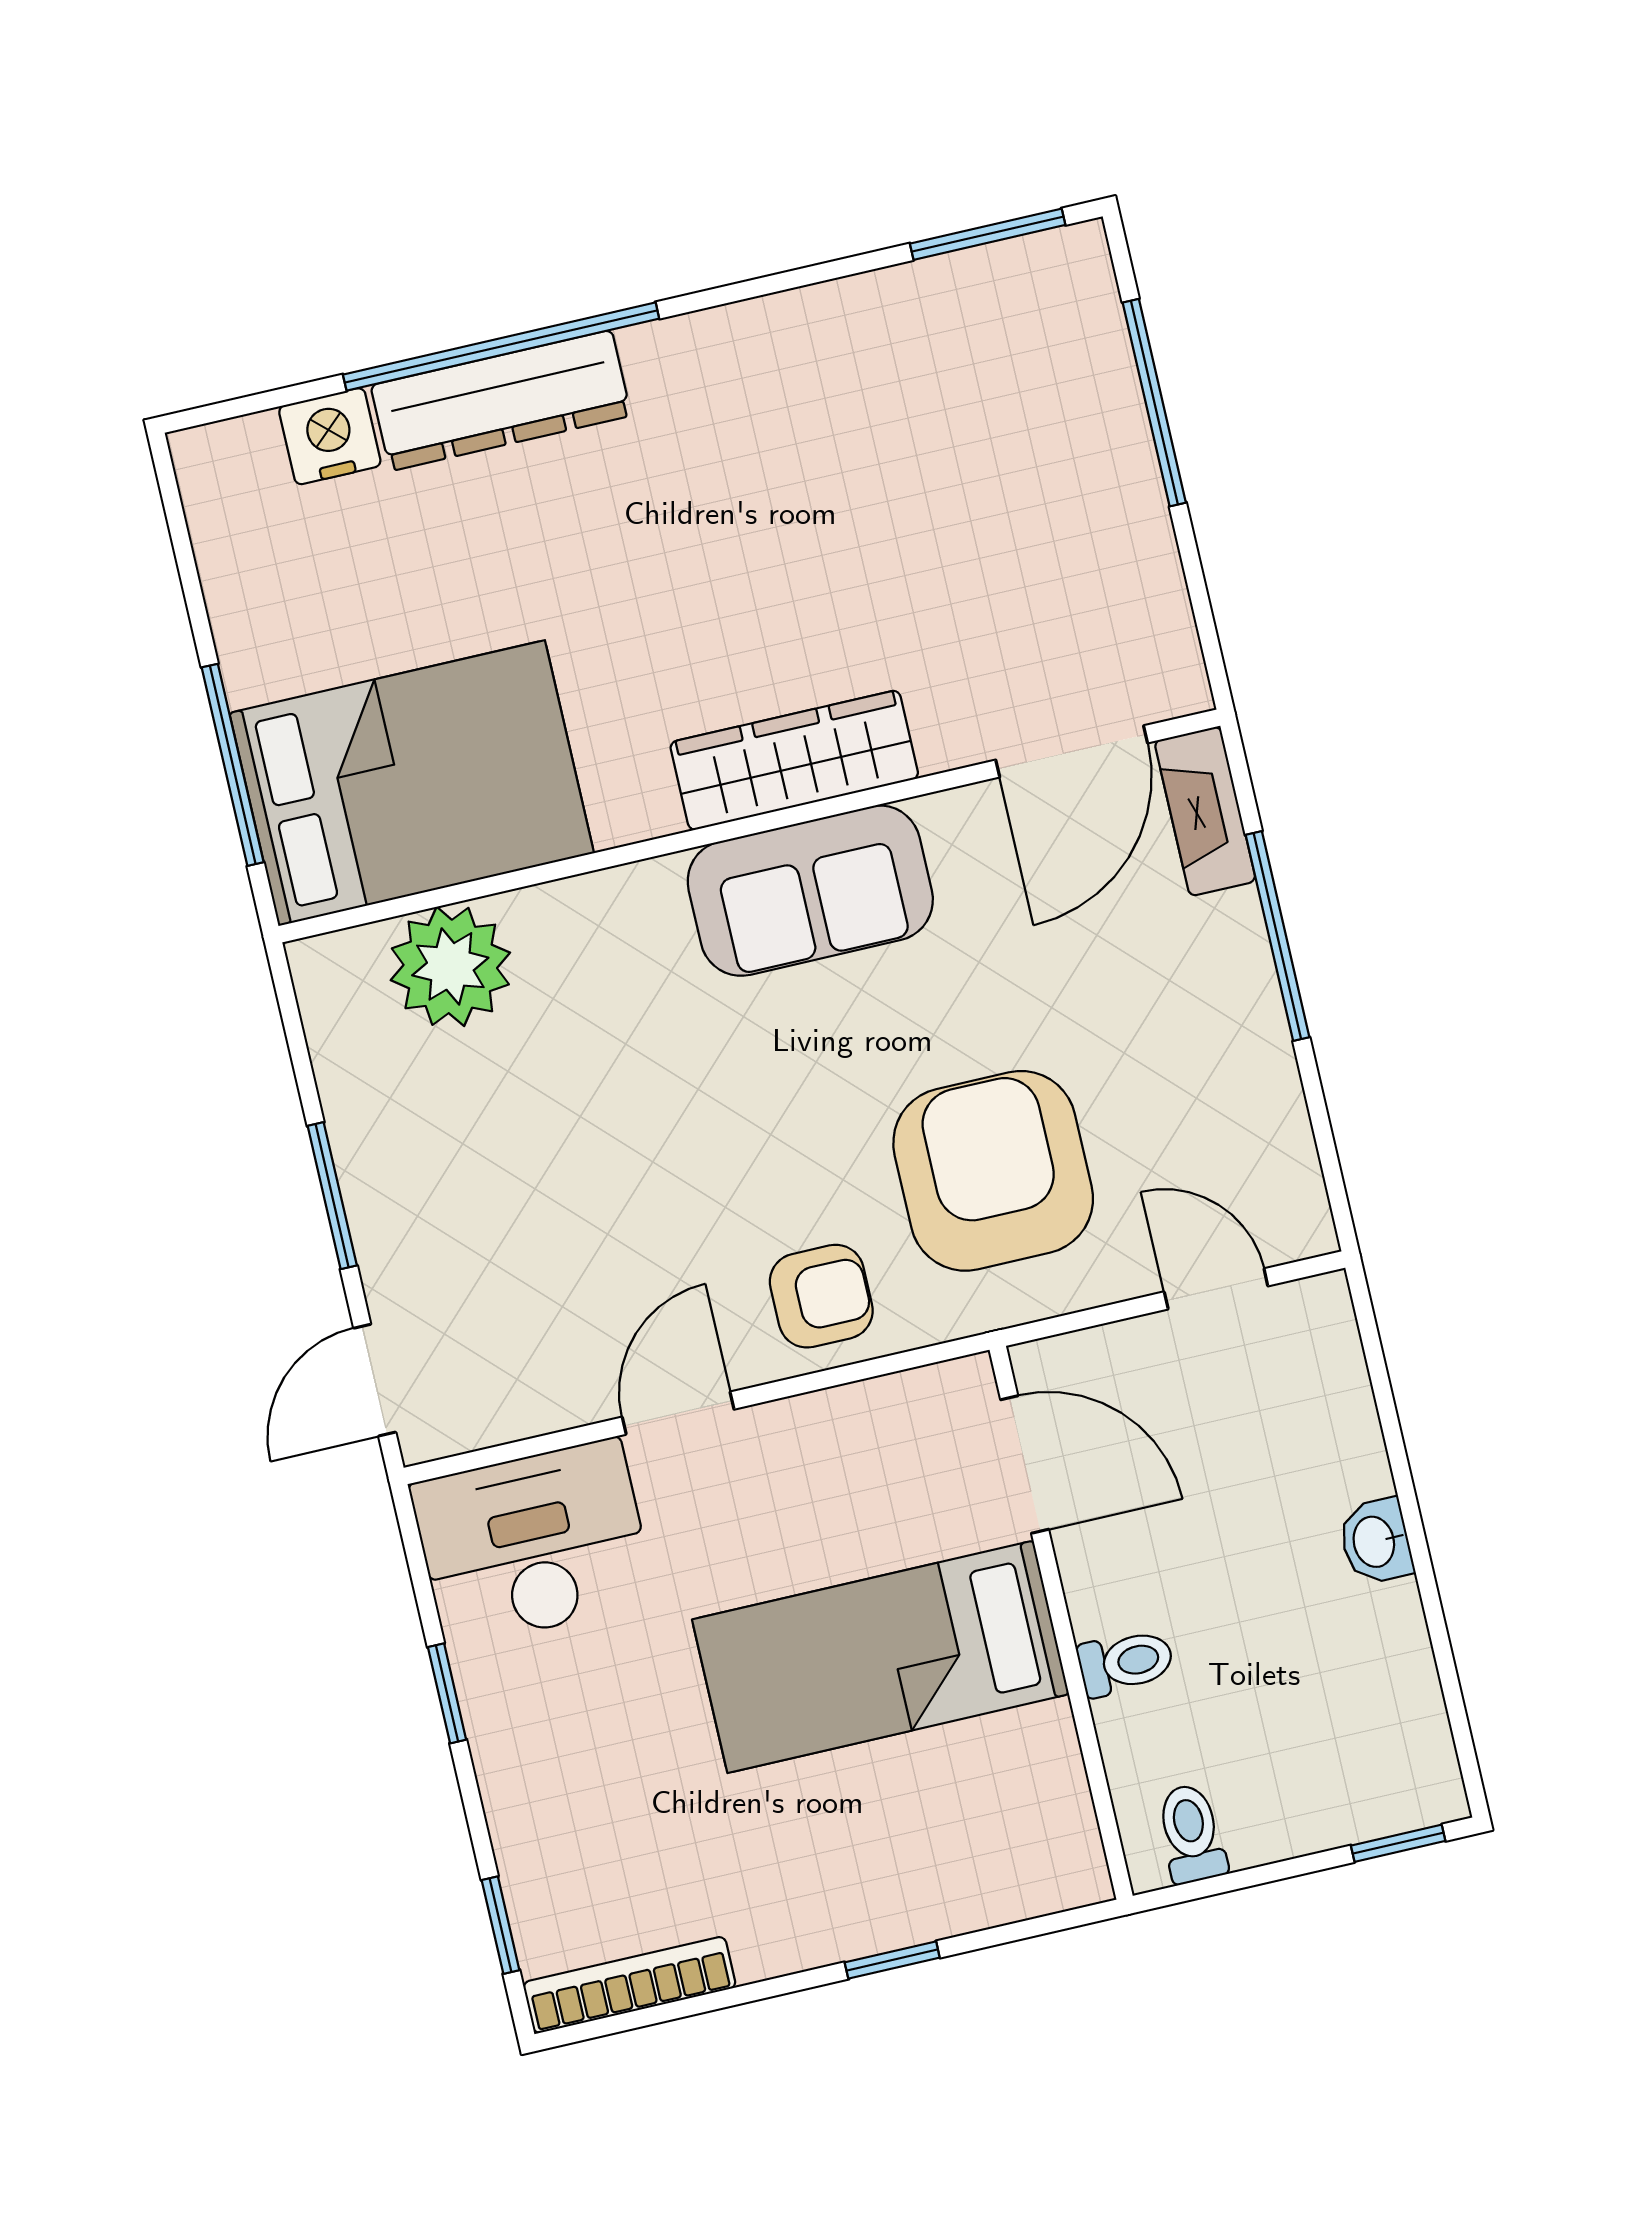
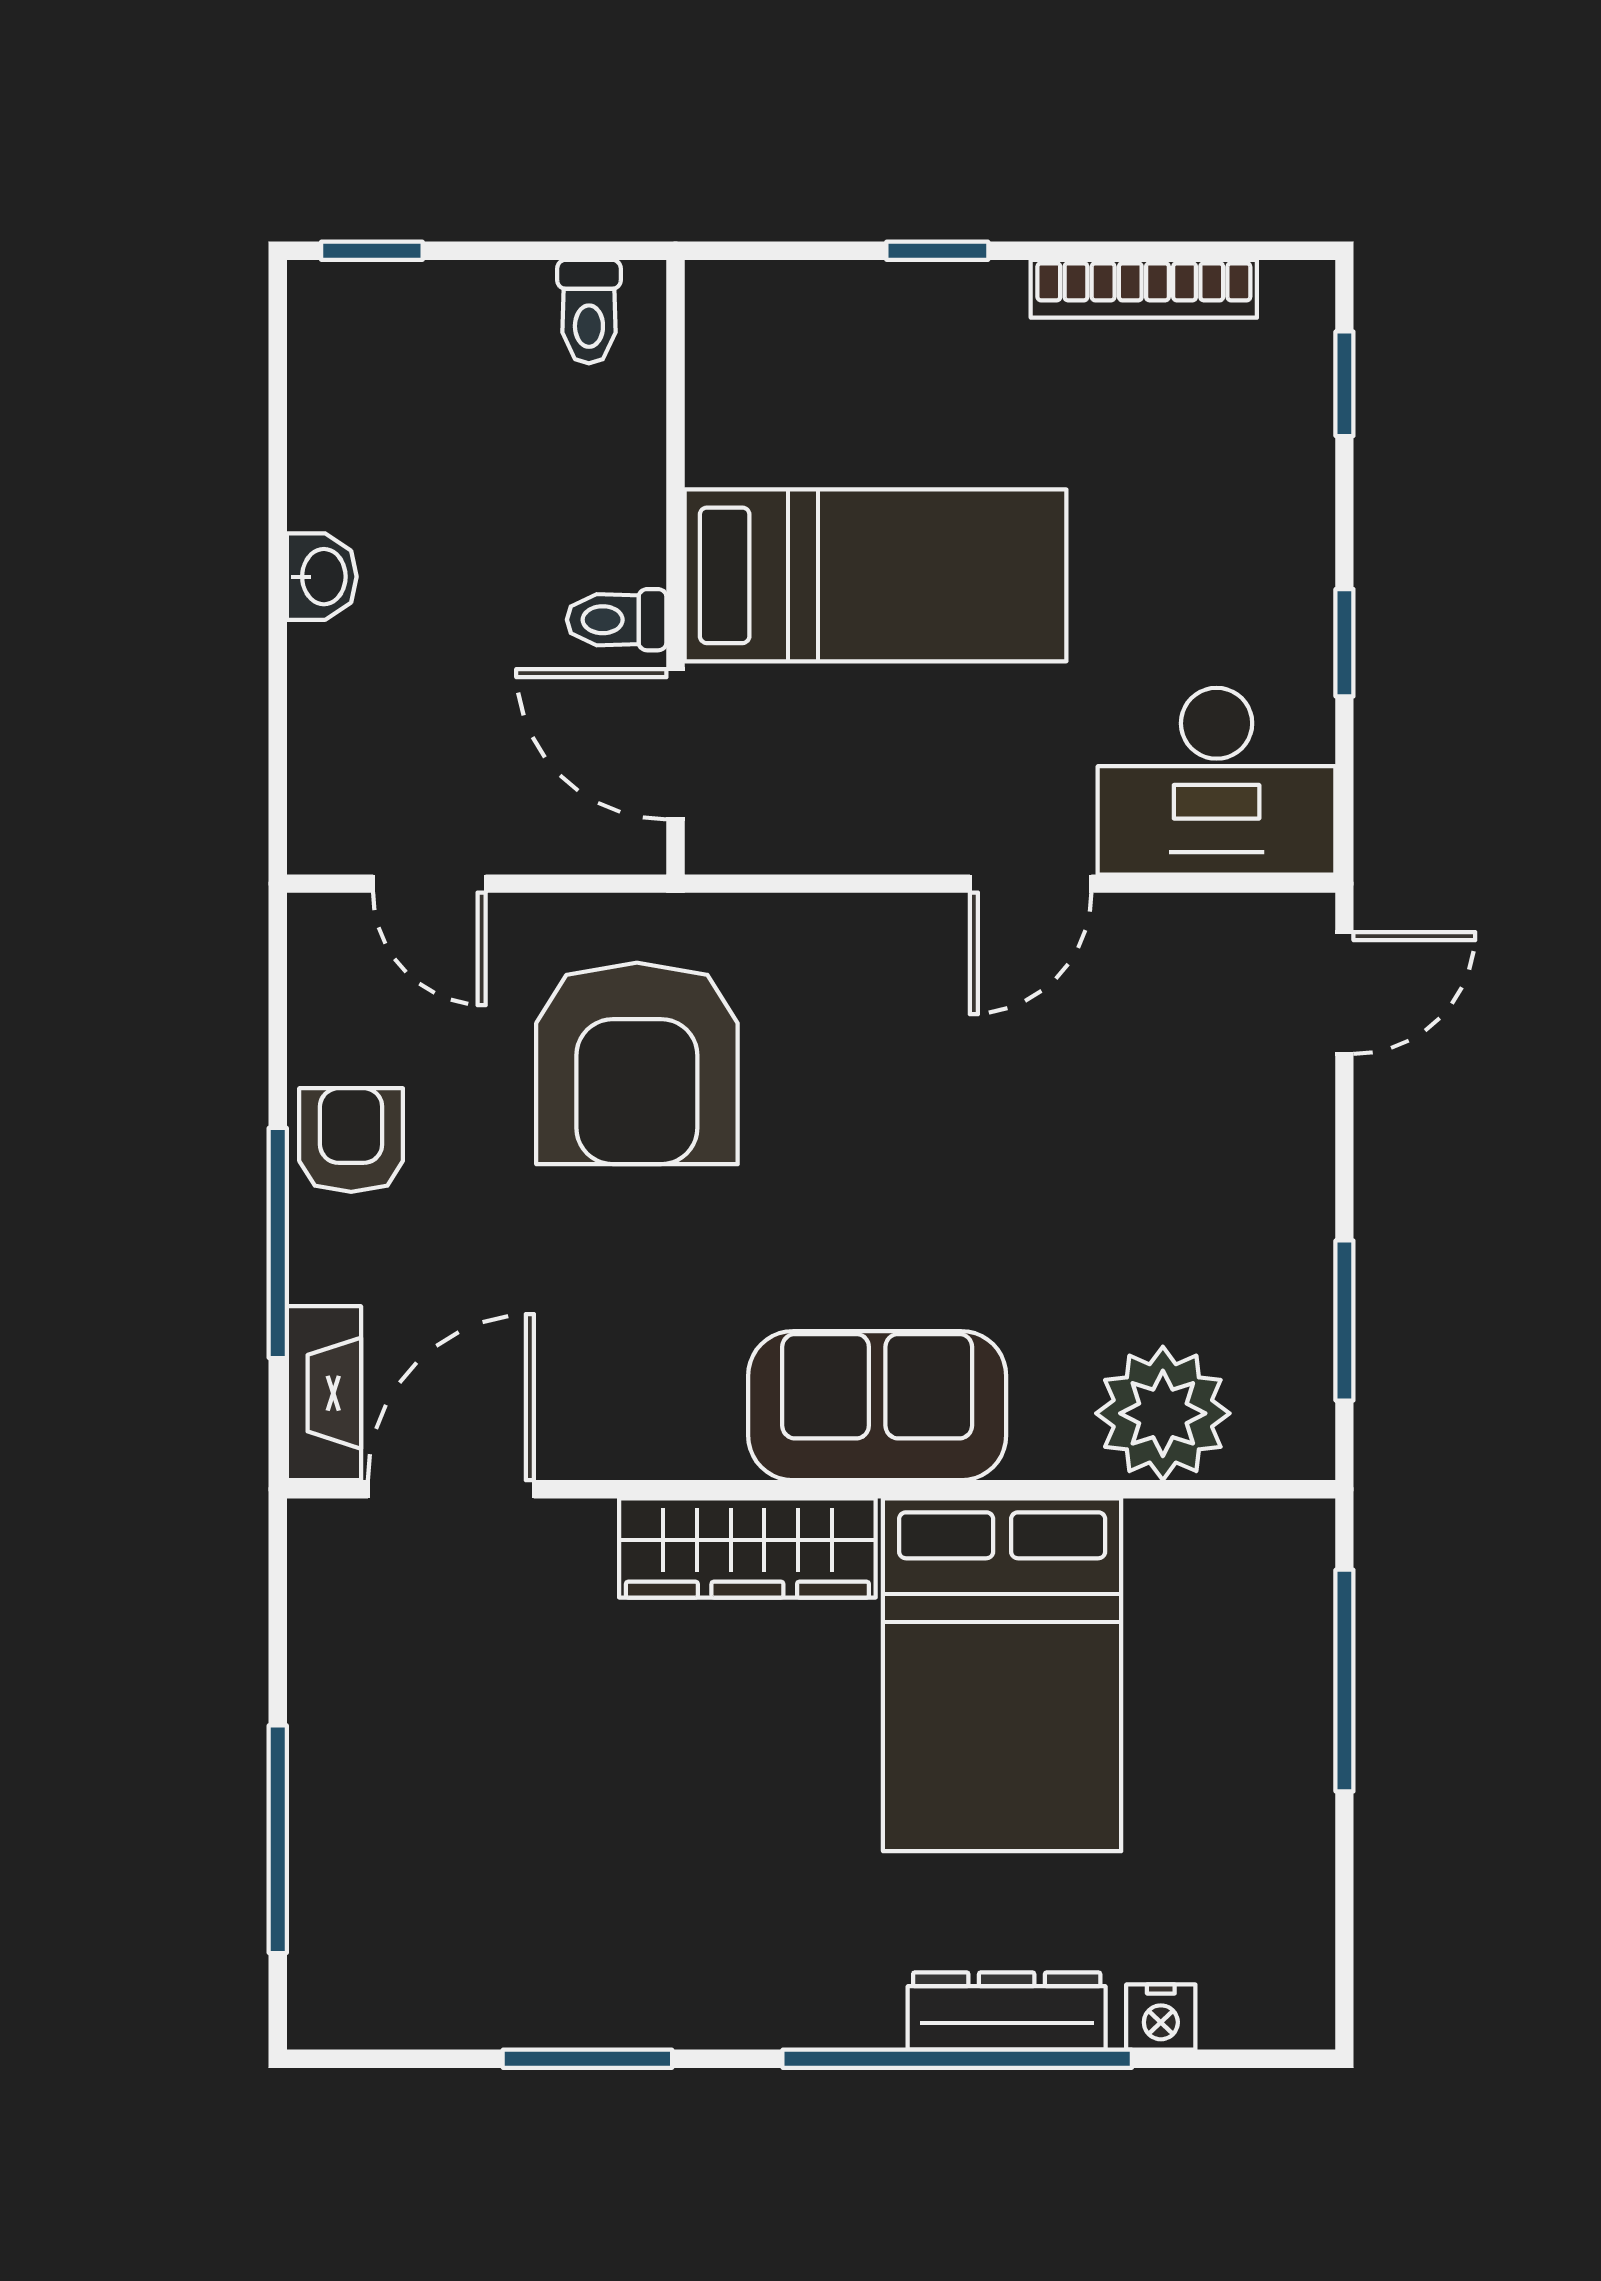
window: (988, 234) -> (587, 2059), moved
dresser: (501, 400) -> (1007, 2011), width x0.73, depth x0.80
nightstand: (330, 436) -> (1161, 2017), width x0.72, depth x0.74
bed: (412, 783) -> (1002, 1675), moved, turned -90
sofa: (810, 891) -> (877, 1406), moved
window: (332, 1196) -> (1344, 1320), moved
armchair: (821, 1296) -> (351, 1140), moved, turned 90
toilet: (1126, 1663) -> (617, 620), moved
bookcase: (629, 1985) -> (1144, 289), moved

